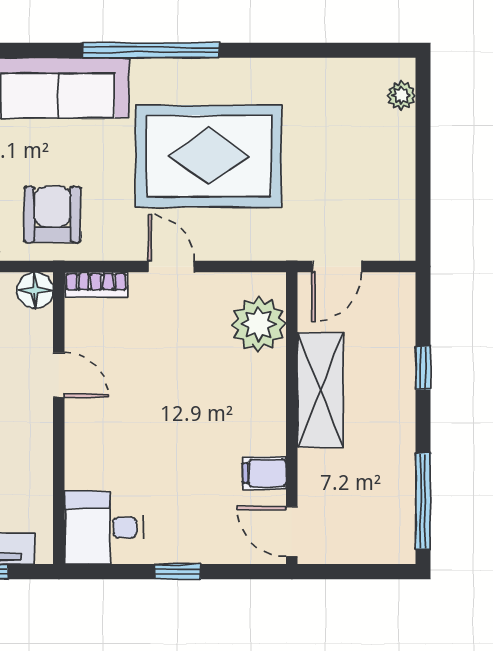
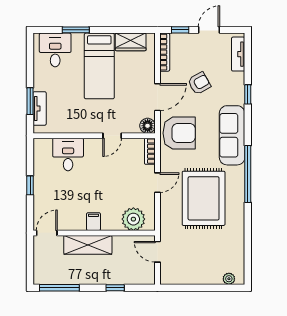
armchair: (52, 215) -> (179, 133), width x1.36, depth x1.36
shelving: (320, 390) -> (88, 245), moved
filing cabinet: (265, 473) -> (93, 222), moved
desk: (104, 528) -> (68, 154), moved

